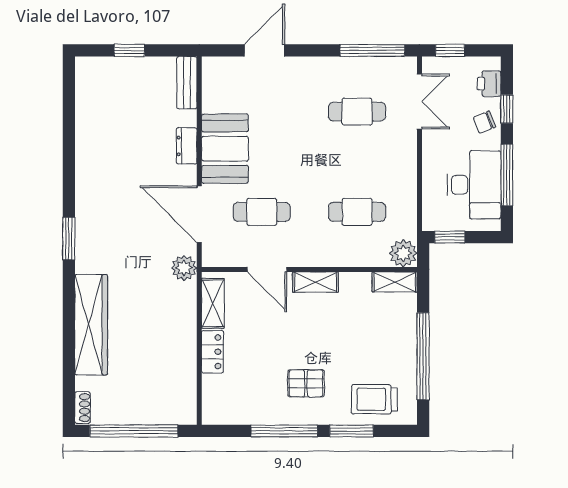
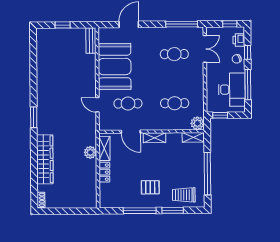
window: (450, 50) -> (230, 24), moved
dresser: (187, 146) -> (91, 72), removed
booth: (225, 149) -> (115, 67), width x1.36, depth x1.42
door: (199, 214) -> (97, 105), width x0.53
plant: (184, 268) -> (90, 152), moved
window: (134, 431) -> (66, 211), removed

